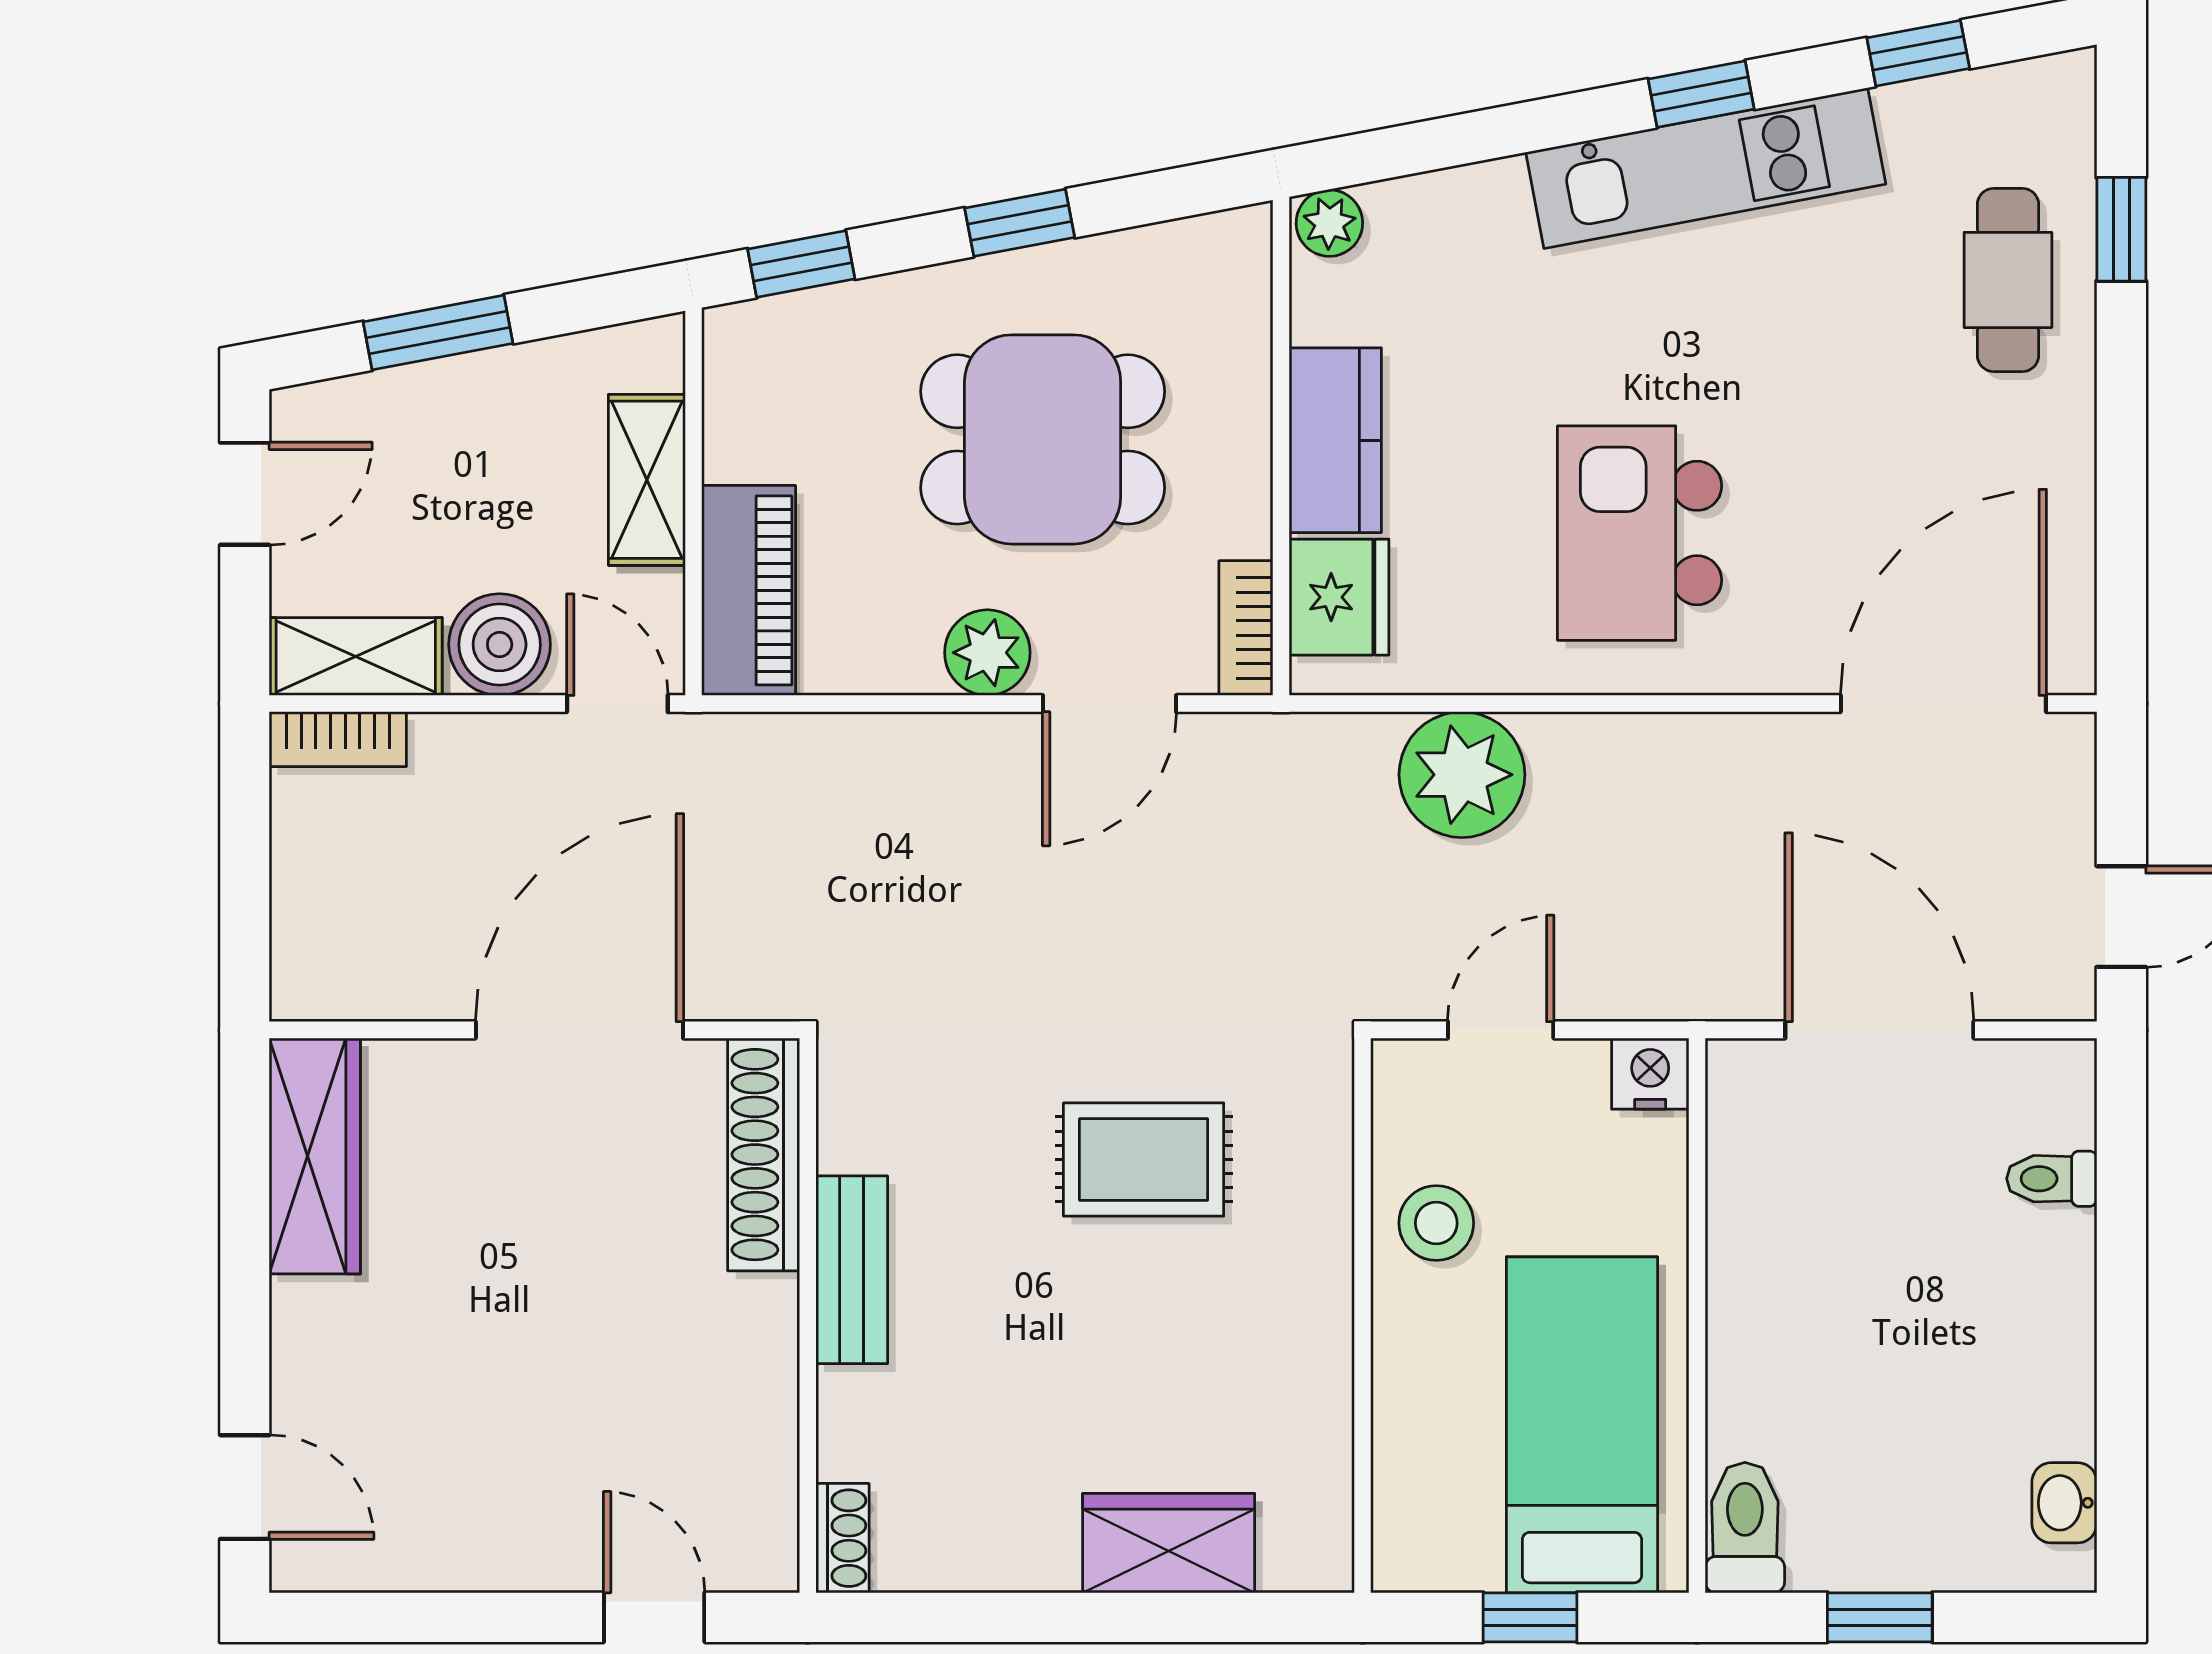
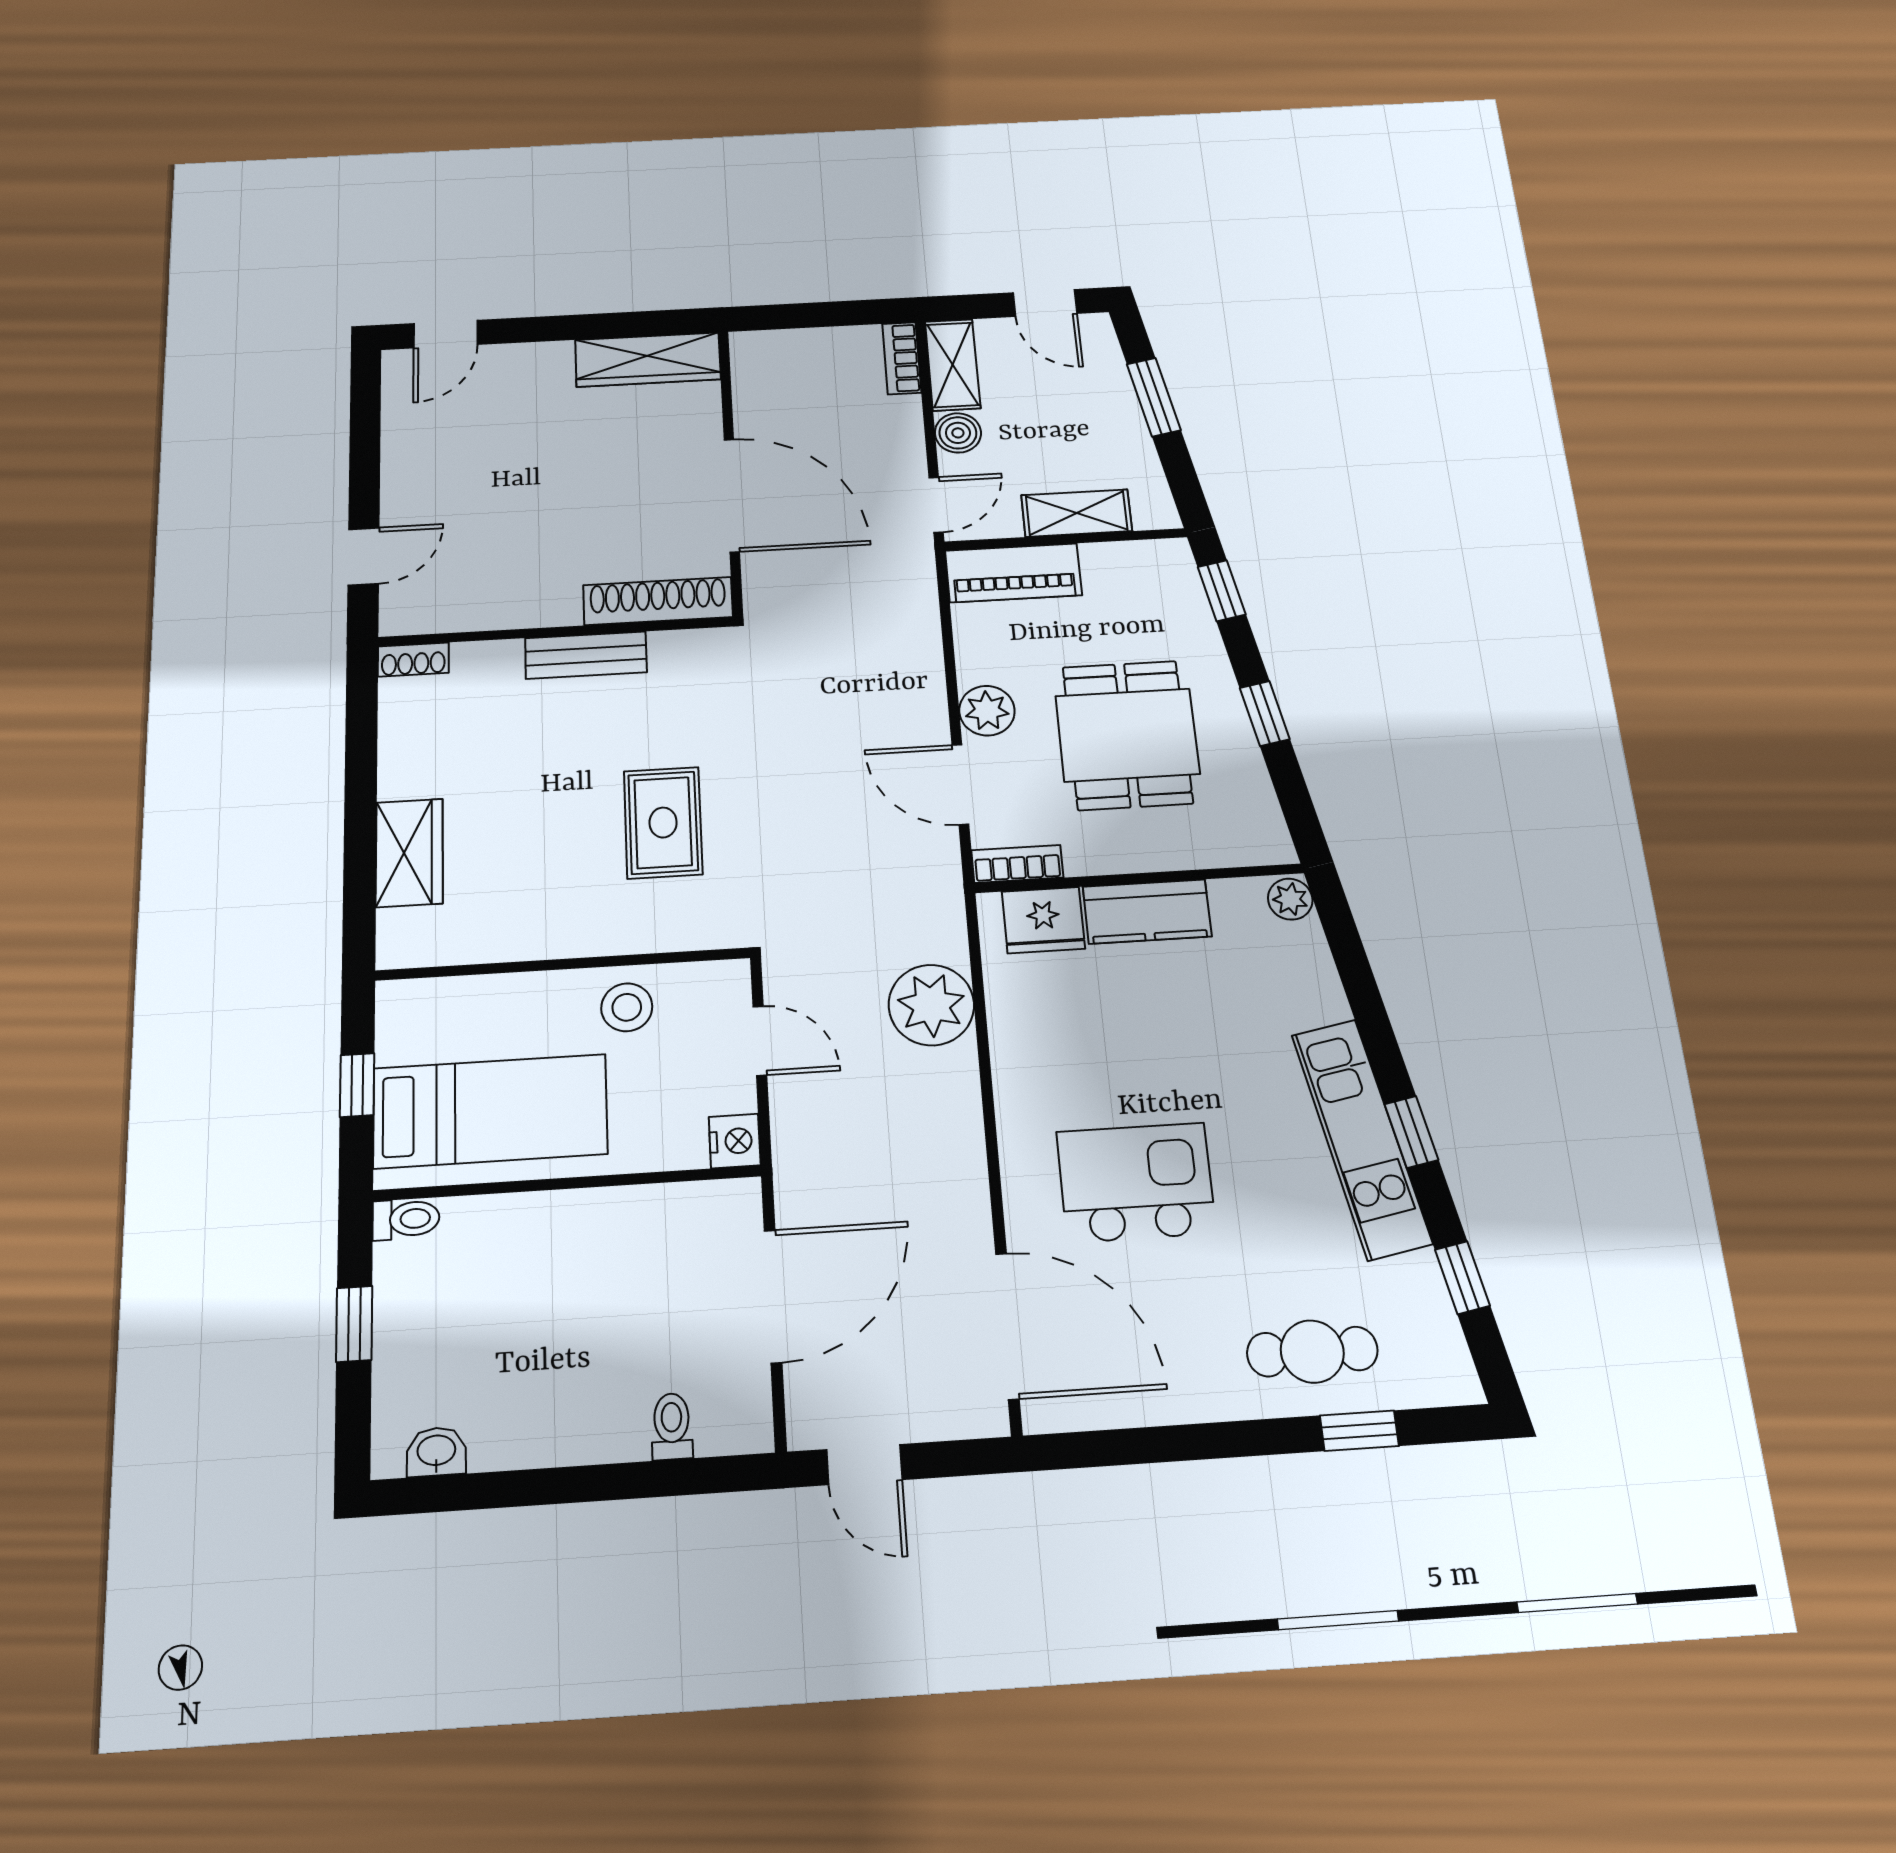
kitchen island: (1640, 533) -> (1136, 1182), moved
boiler: (500, 645) -> (958, 433), width x0.73, depth x0.73
toilet: (1745, 1528) -> (406, 1219), width x0.73, depth x0.72

